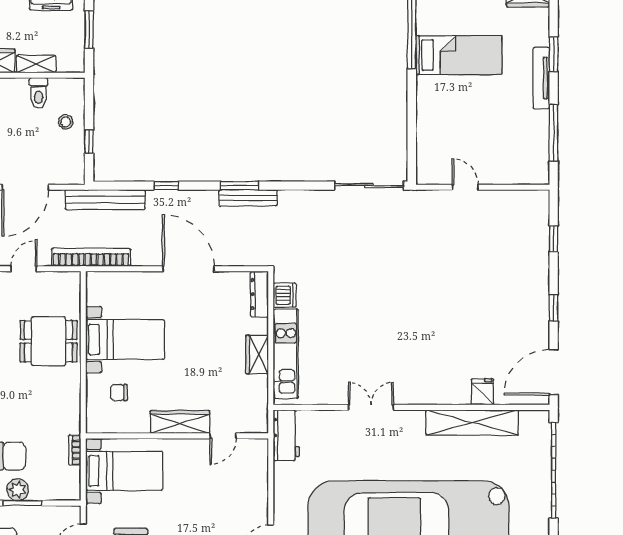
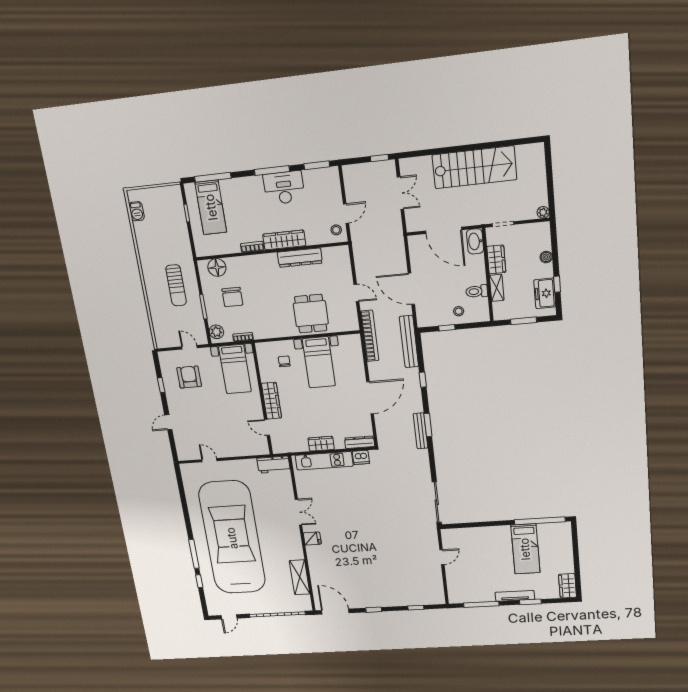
fridge: (482, 392) -> (312, 538), moved
shelving: (472, 422) -> (300, 577), width x0.68
plant: (18, 490) -> (216, 332), moved

